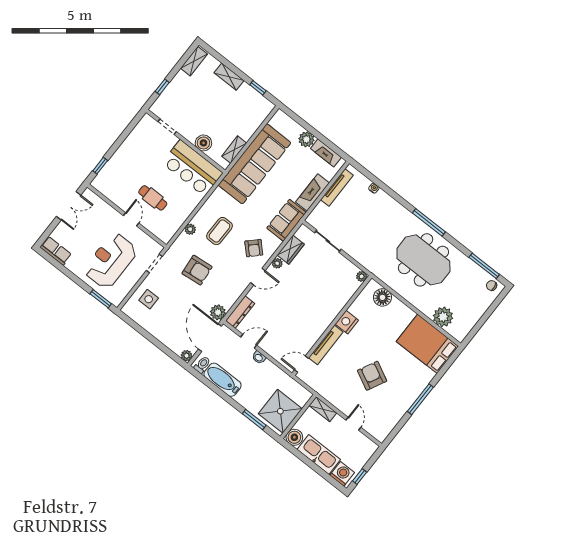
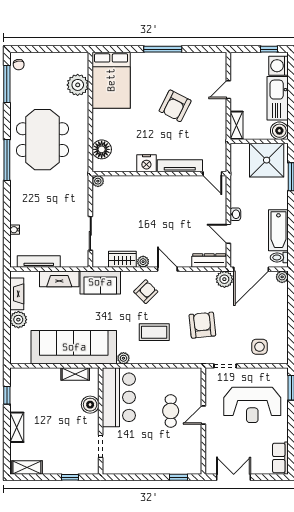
plant: (190, 229) -> (123, 358), moved

